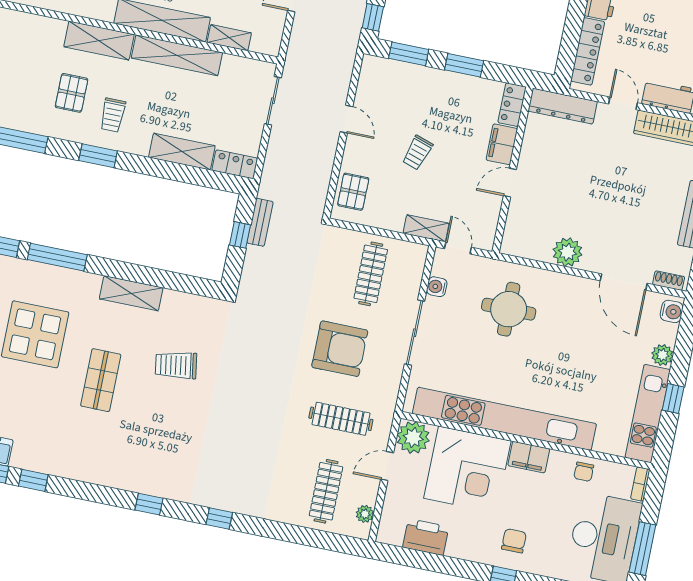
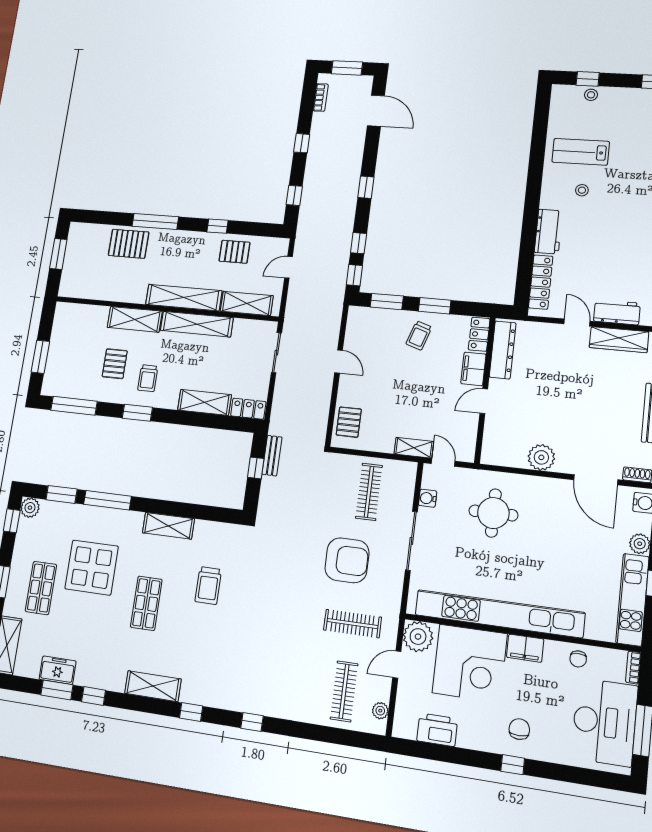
shelving: (229, 38) -> (247, 303), width x1.50, depth x1.33
dresser: (563, 106) -> (503, 350), moved, turned -90
trolley: (417, 153) -> (419, 336), moved
trolley: (176, 365) -> (208, 586), turned -81
shelving: (105, 473) -> (153, 686), added

